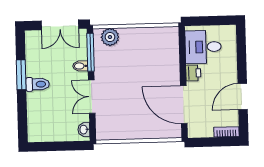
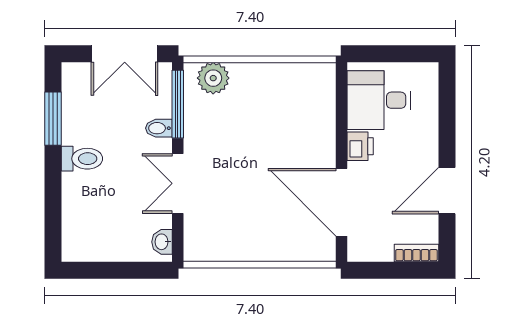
window: (21, 75) -> (53, 119), moved

